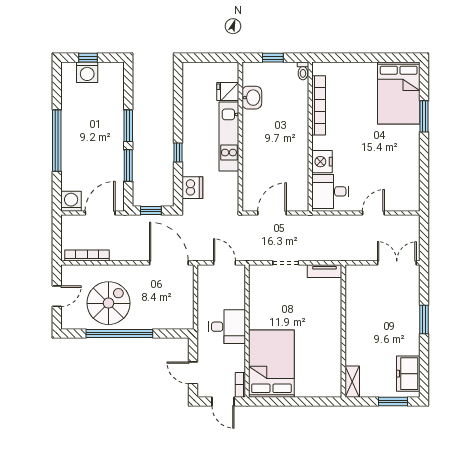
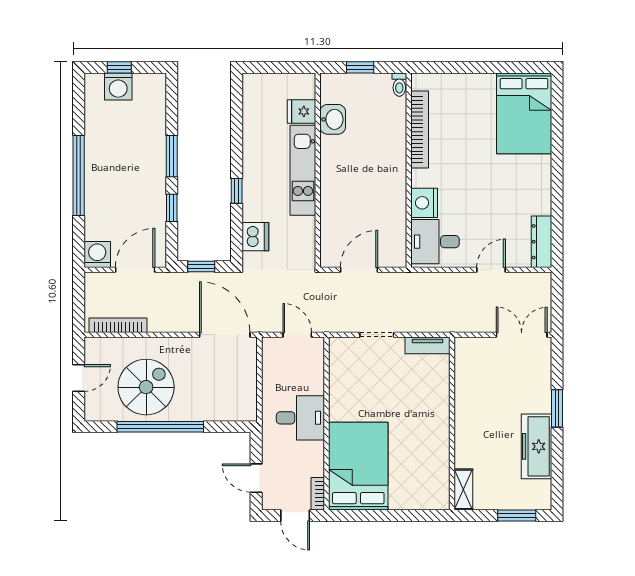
window: (424, 116) -> (557, 144), removed
window: (128, 166) -> (172, 208), width x0.67
dresser: (412, 192) -> (541, 242), added
freezer: (408, 374) -> (537, 446), moved, width x1.40

